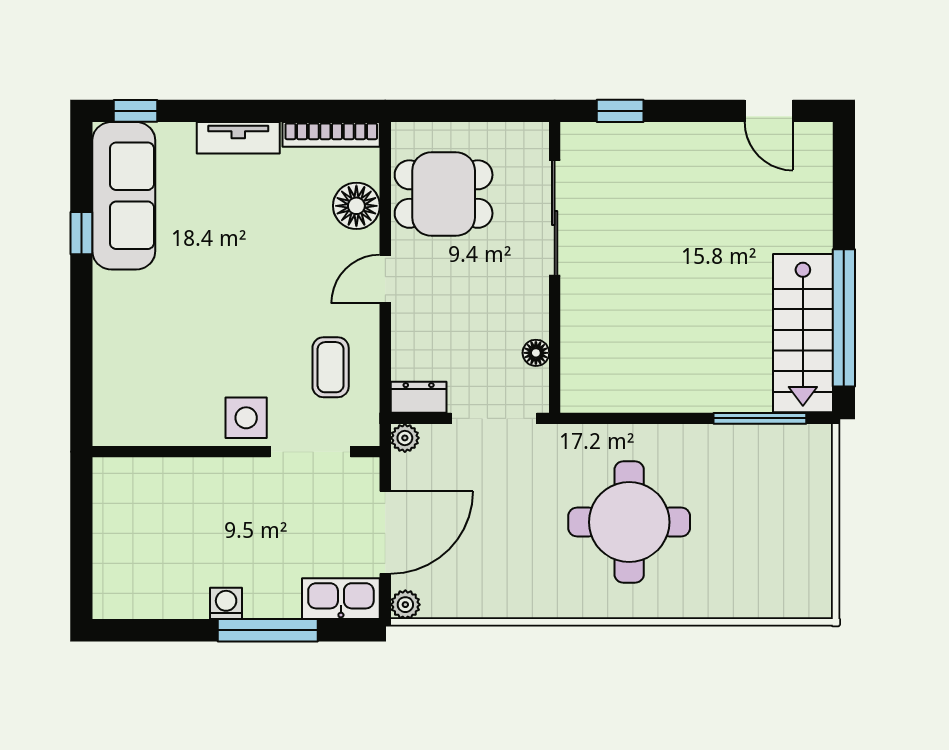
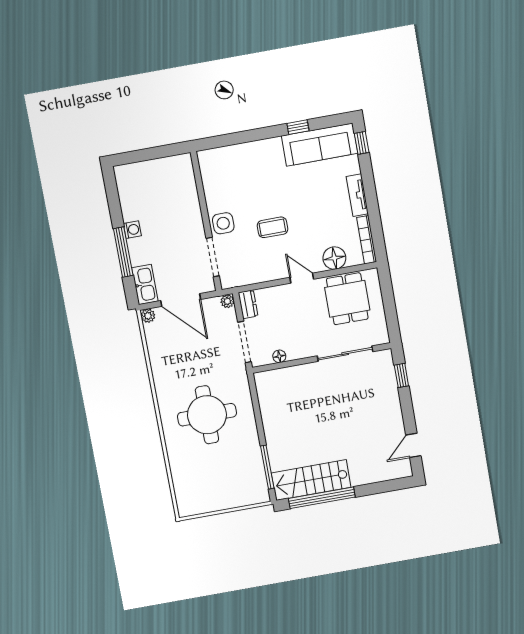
coffee table: (331, 367) -> (272, 227), moved

